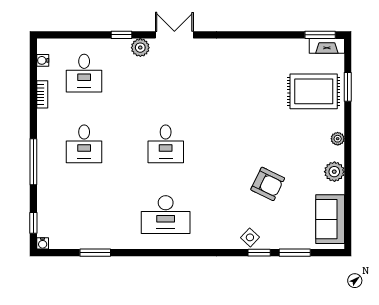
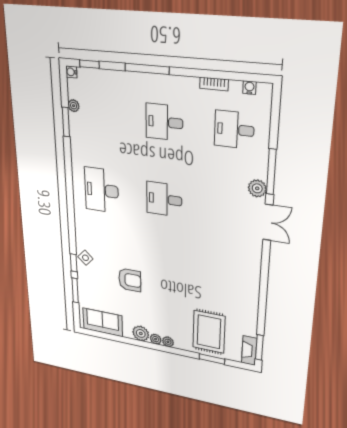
window: (121, 35) -> (271, 172), width x2.17
plant: (338, 154) -> (156, 339), added
armchair: (268, 184) -> (130, 280), turned -116
plant: (77, 243) -> (74, 106), added

